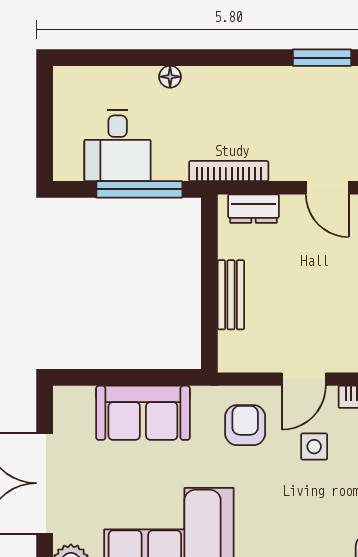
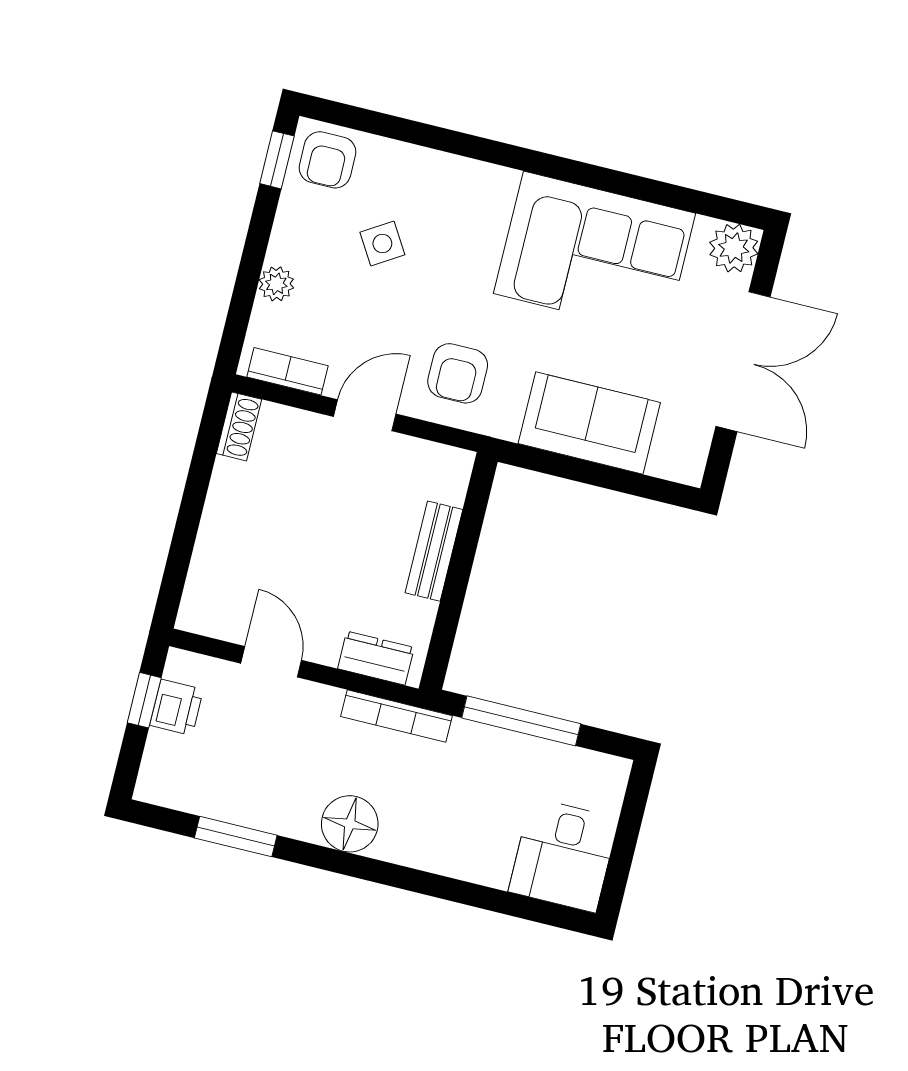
floor lamp: (170, 77) -> (350, 824), moved, width x1.89, depth x1.89
desk: (118, 146) -> (564, 855), moved, turned 180
side table: (314, 447) -> (382, 244), moved, turned -32

